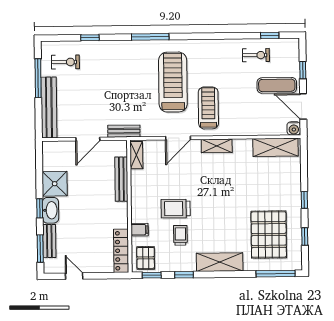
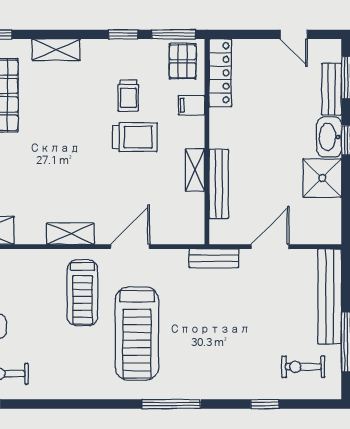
shelving: (136, 155) -> (195, 170), moved
shelving: (220, 262) -> (56, 50), width x0.67, depth x0.75
window: (152, 275) -> (174, 34), width x1.50

